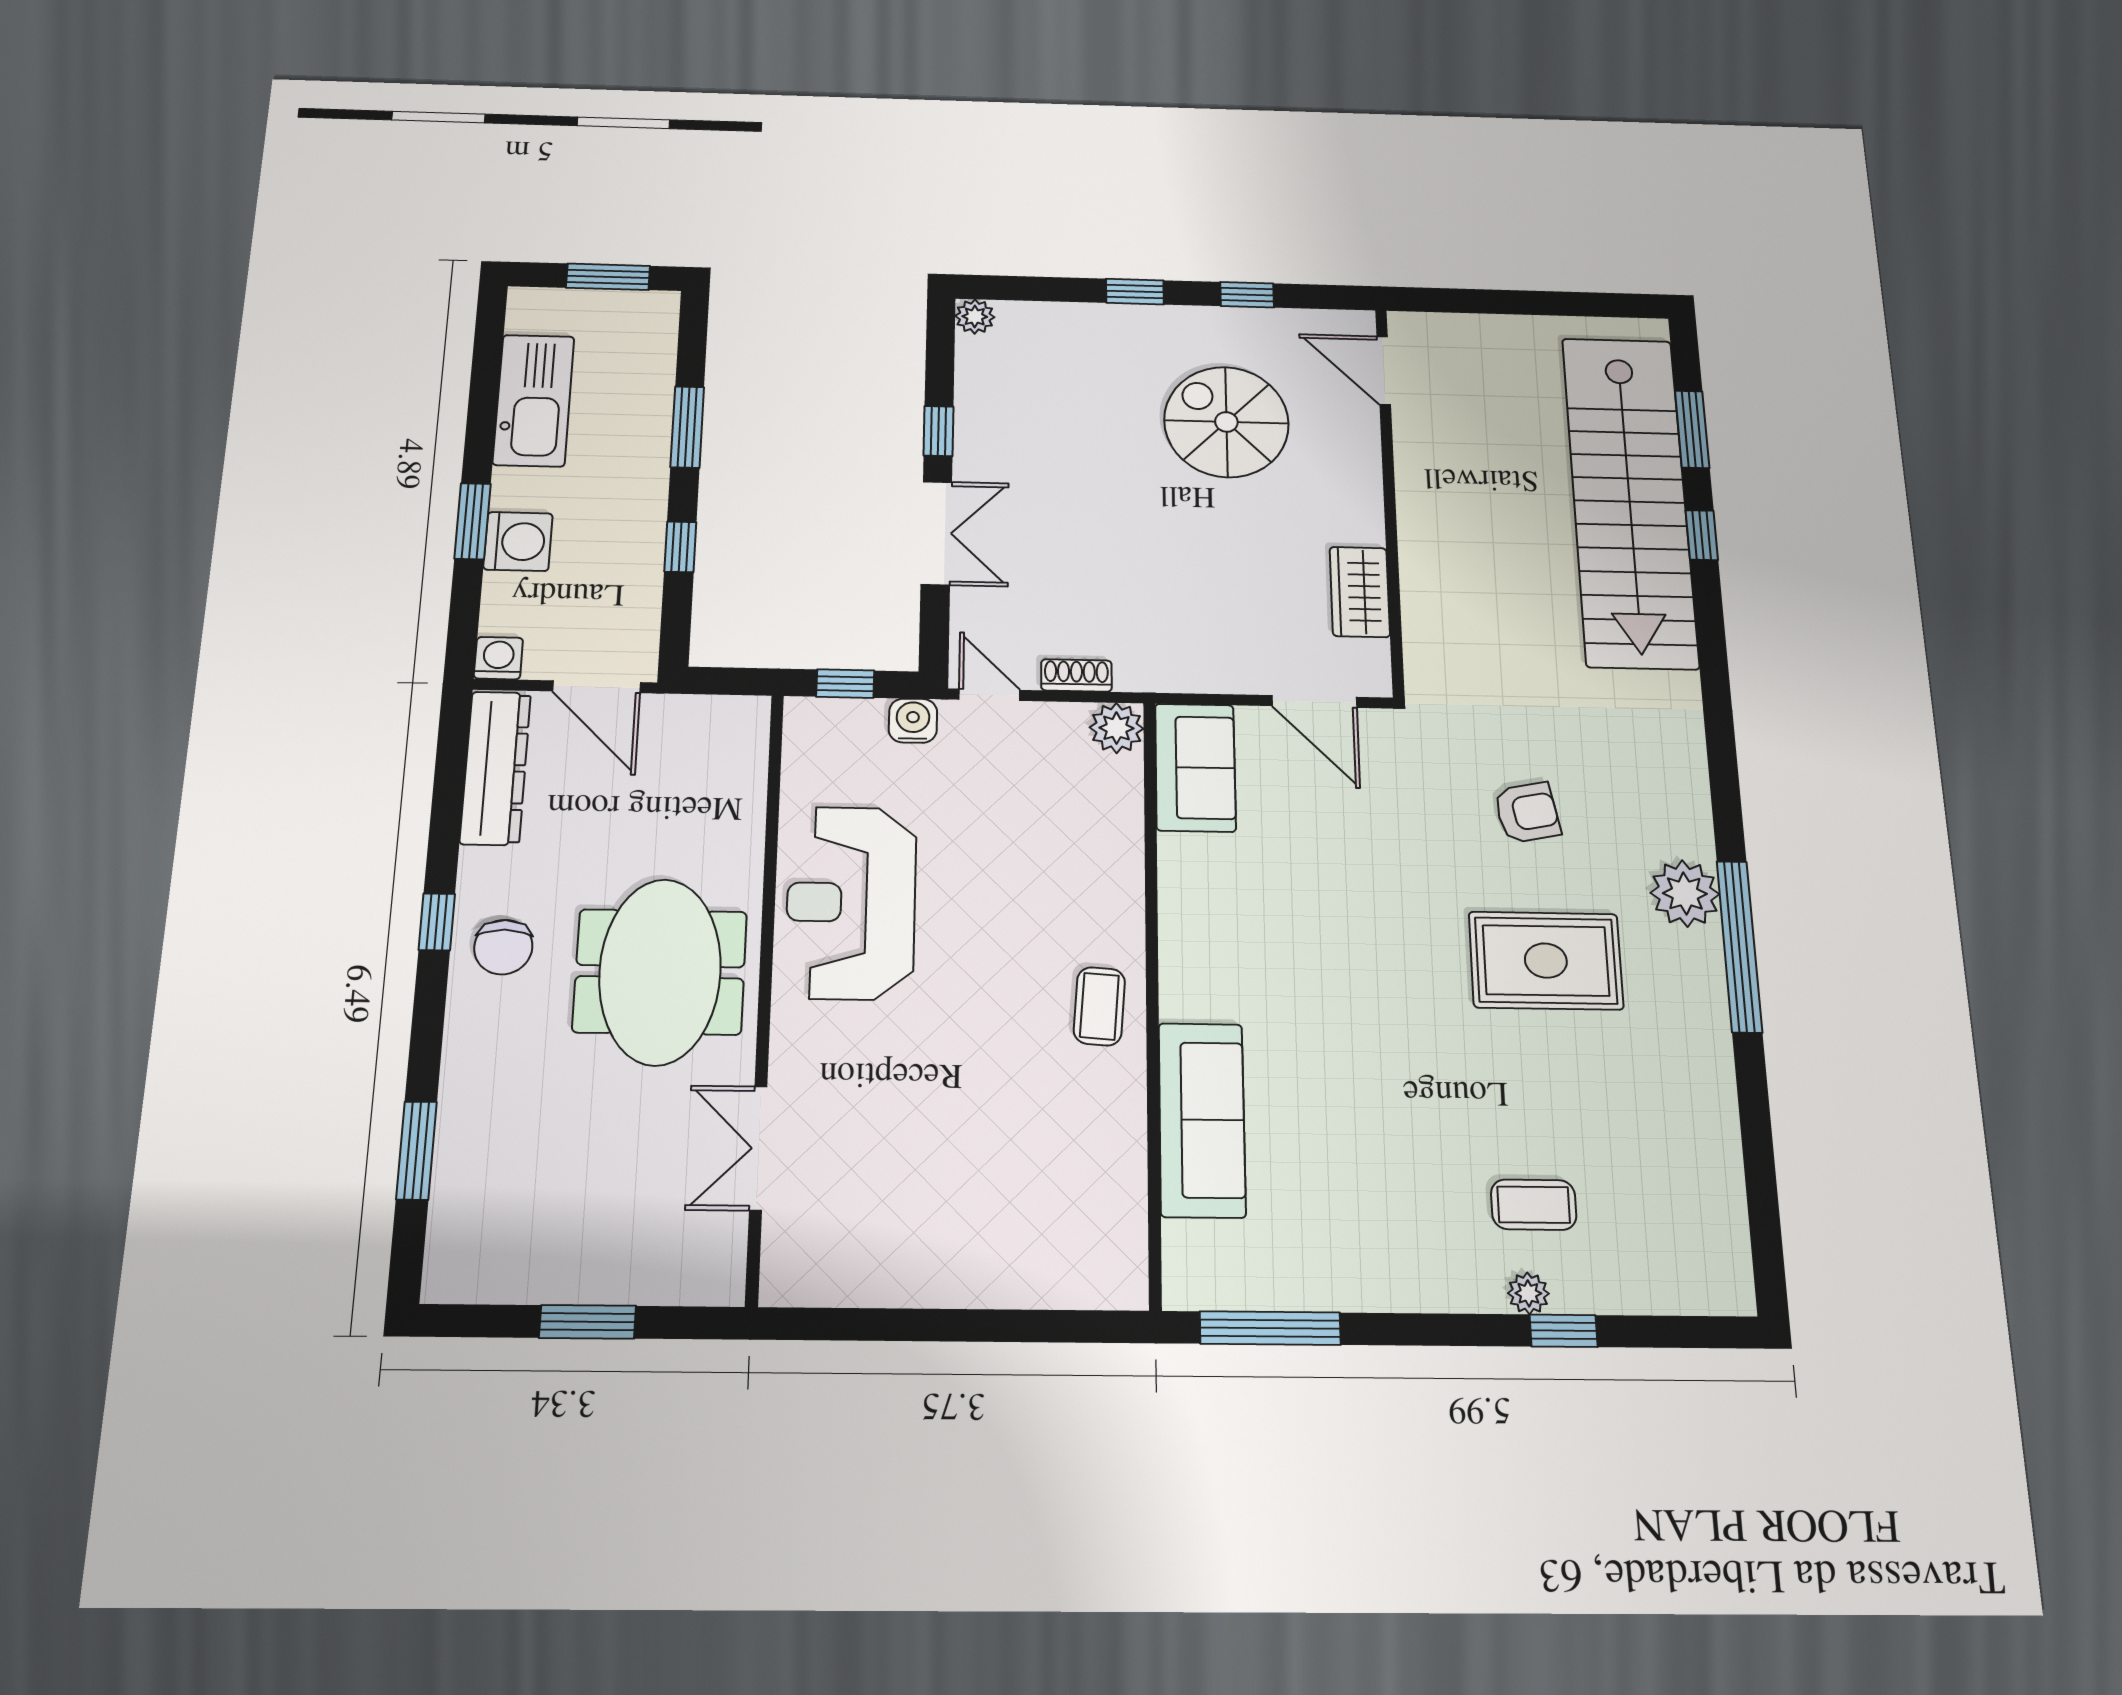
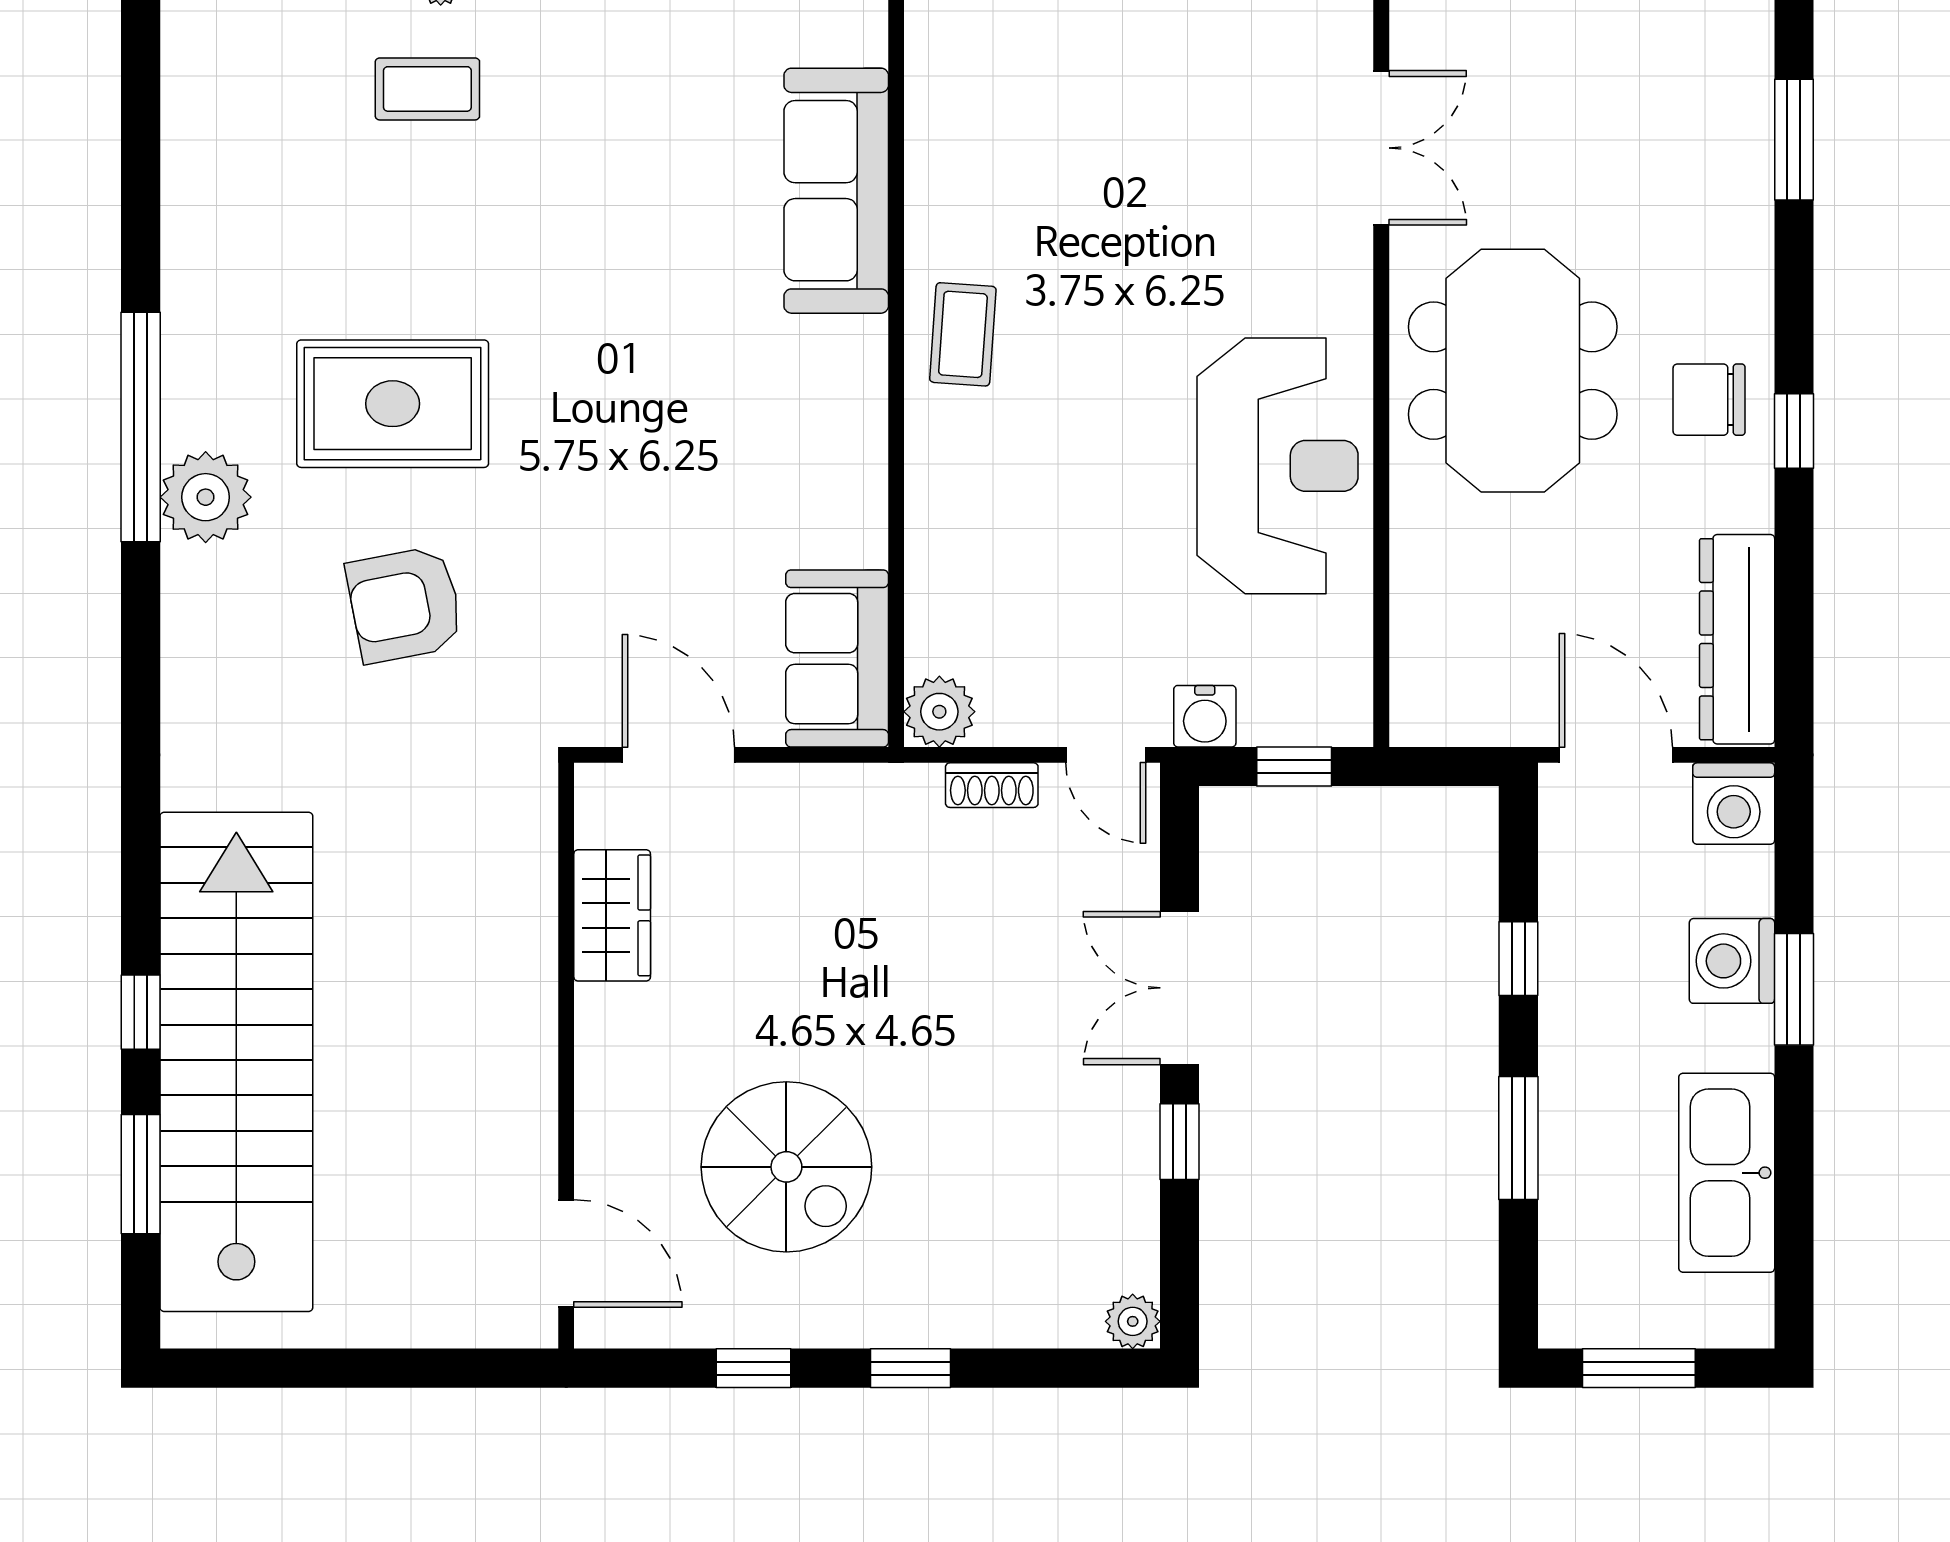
washing machine: (498, 658) -> (1734, 804), width x1.38, depth x1.38
armchair: (1527, 813) -> (405, 605), width x1.38, depth x1.38
chair: (503, 947) -> (1709, 400), turned -90

